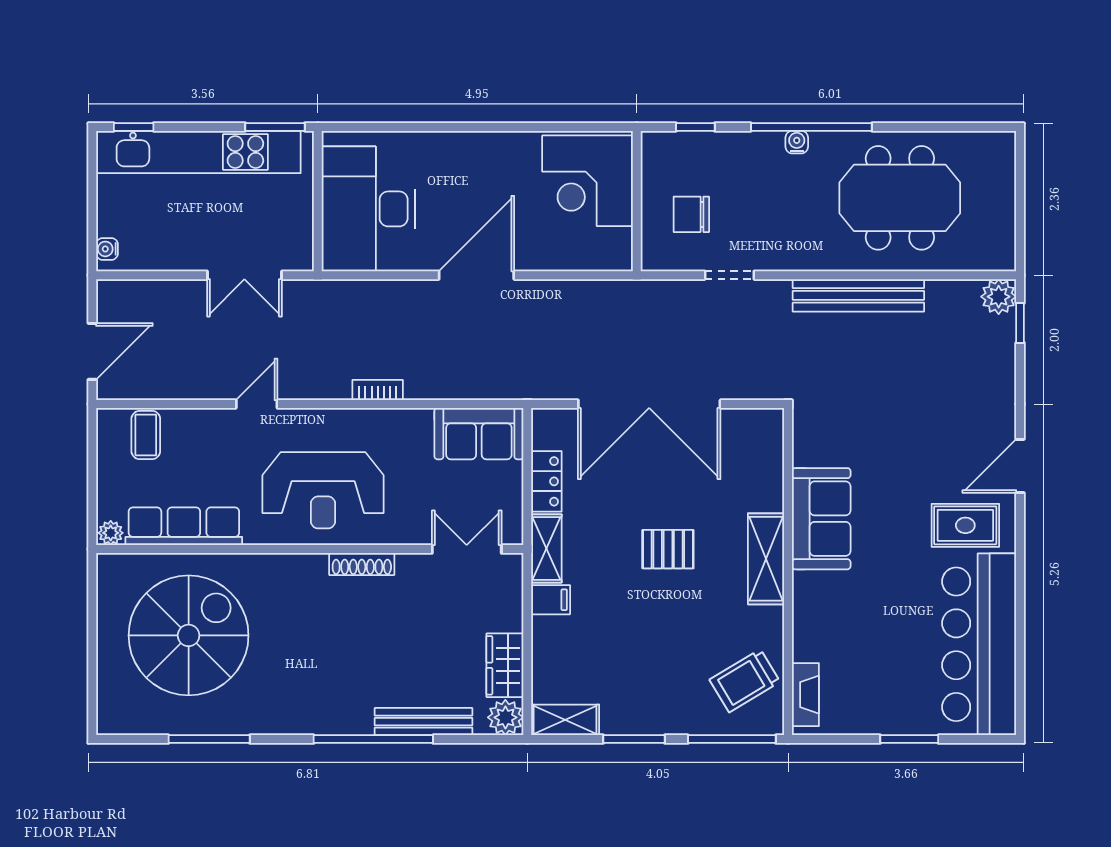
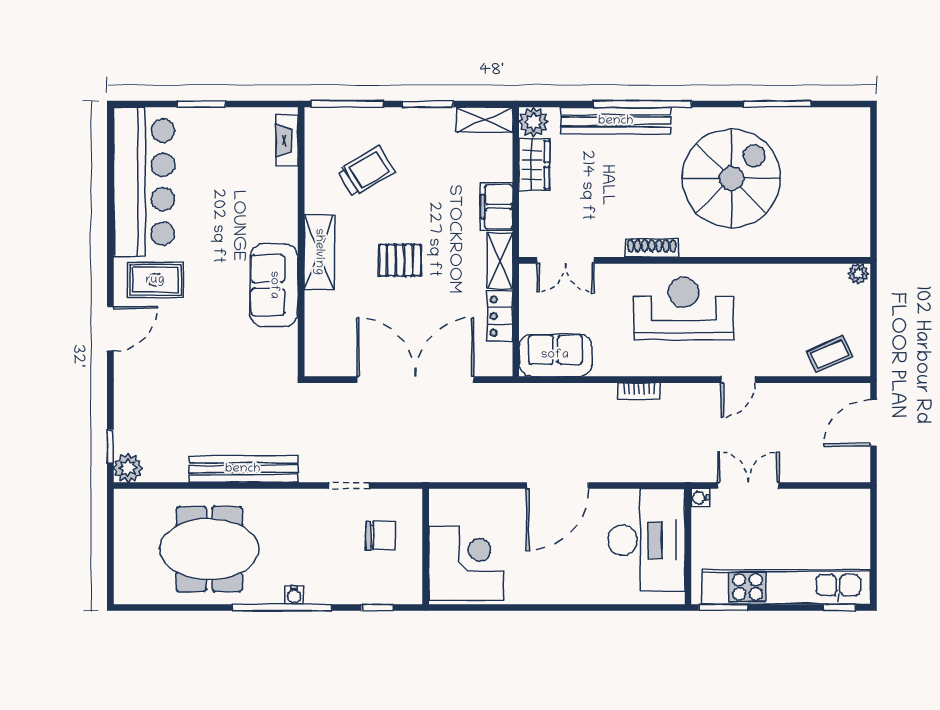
water cooler: (107, 249) -> (700, 498), moved, turned 180
coffee table: (146, 435) -> (829, 354), turned 67
row of seats: (184, 526) -> (798, 279), removed
filing cabinet: (551, 600) -> (497, 207), width x2.00
spiral stairs: (189, 635) -> (731, 178), moved, turned 180
trolley: (745, 681) -> (366, 171), moved
bench: (424, 722) -> (616, 121), width x1.37, depth x1.21

